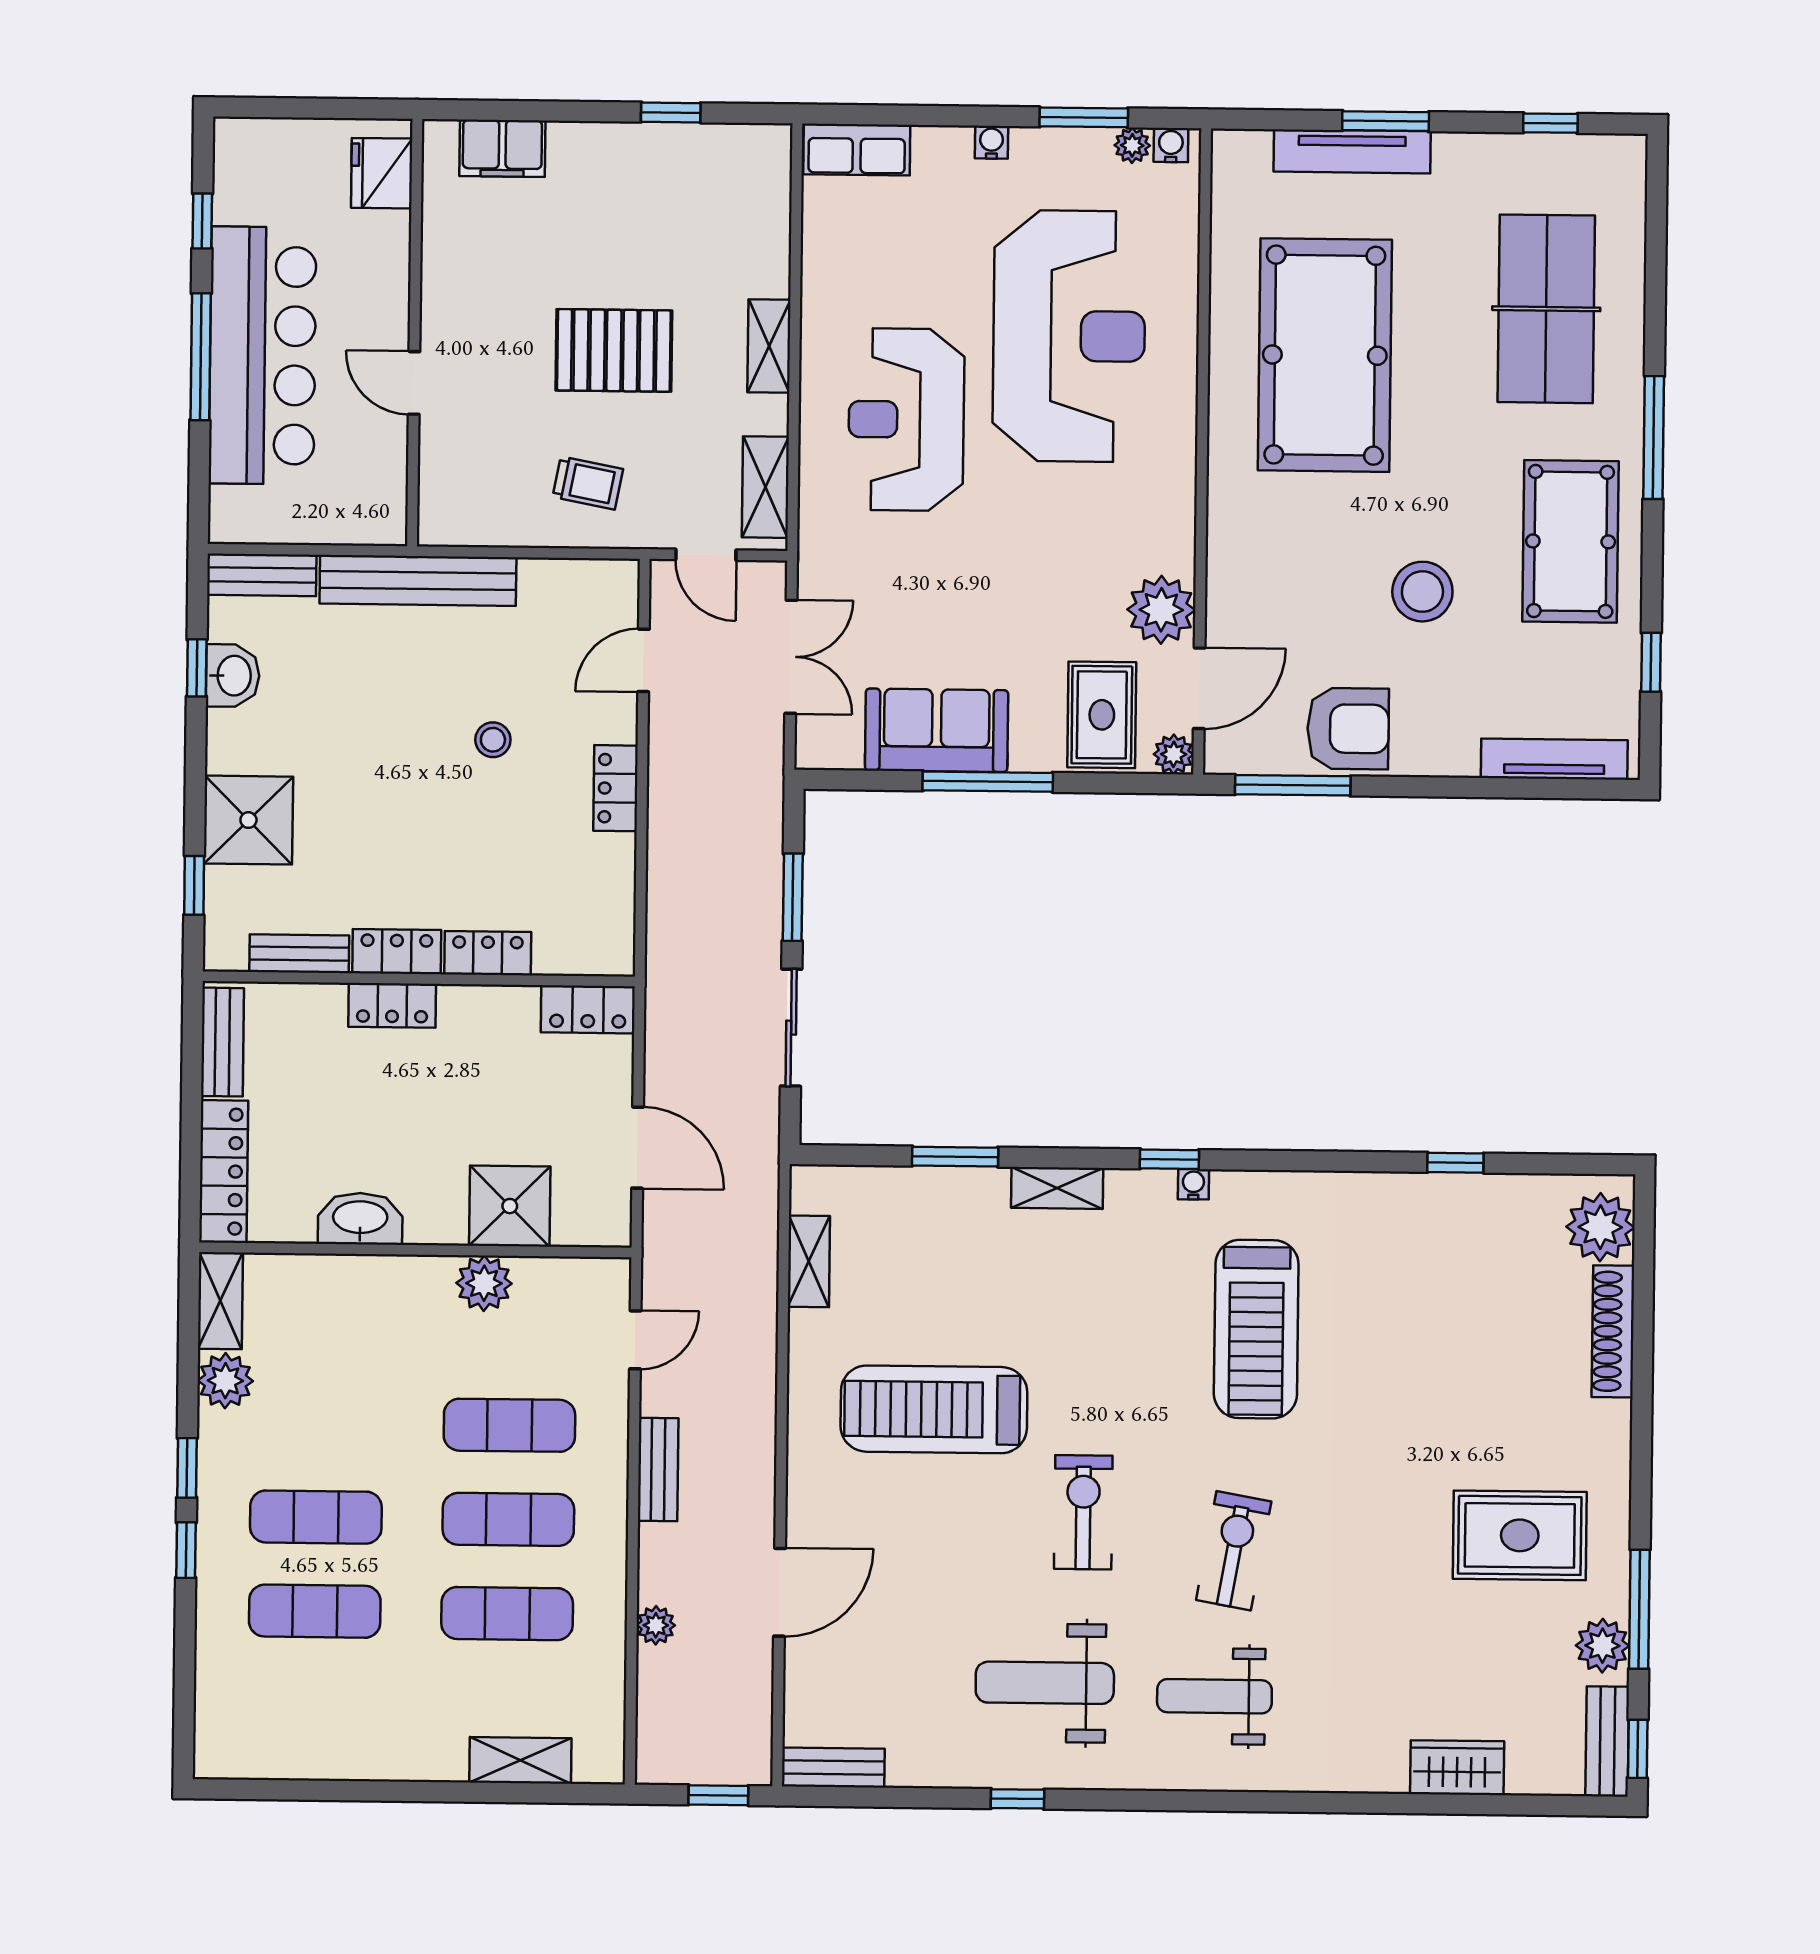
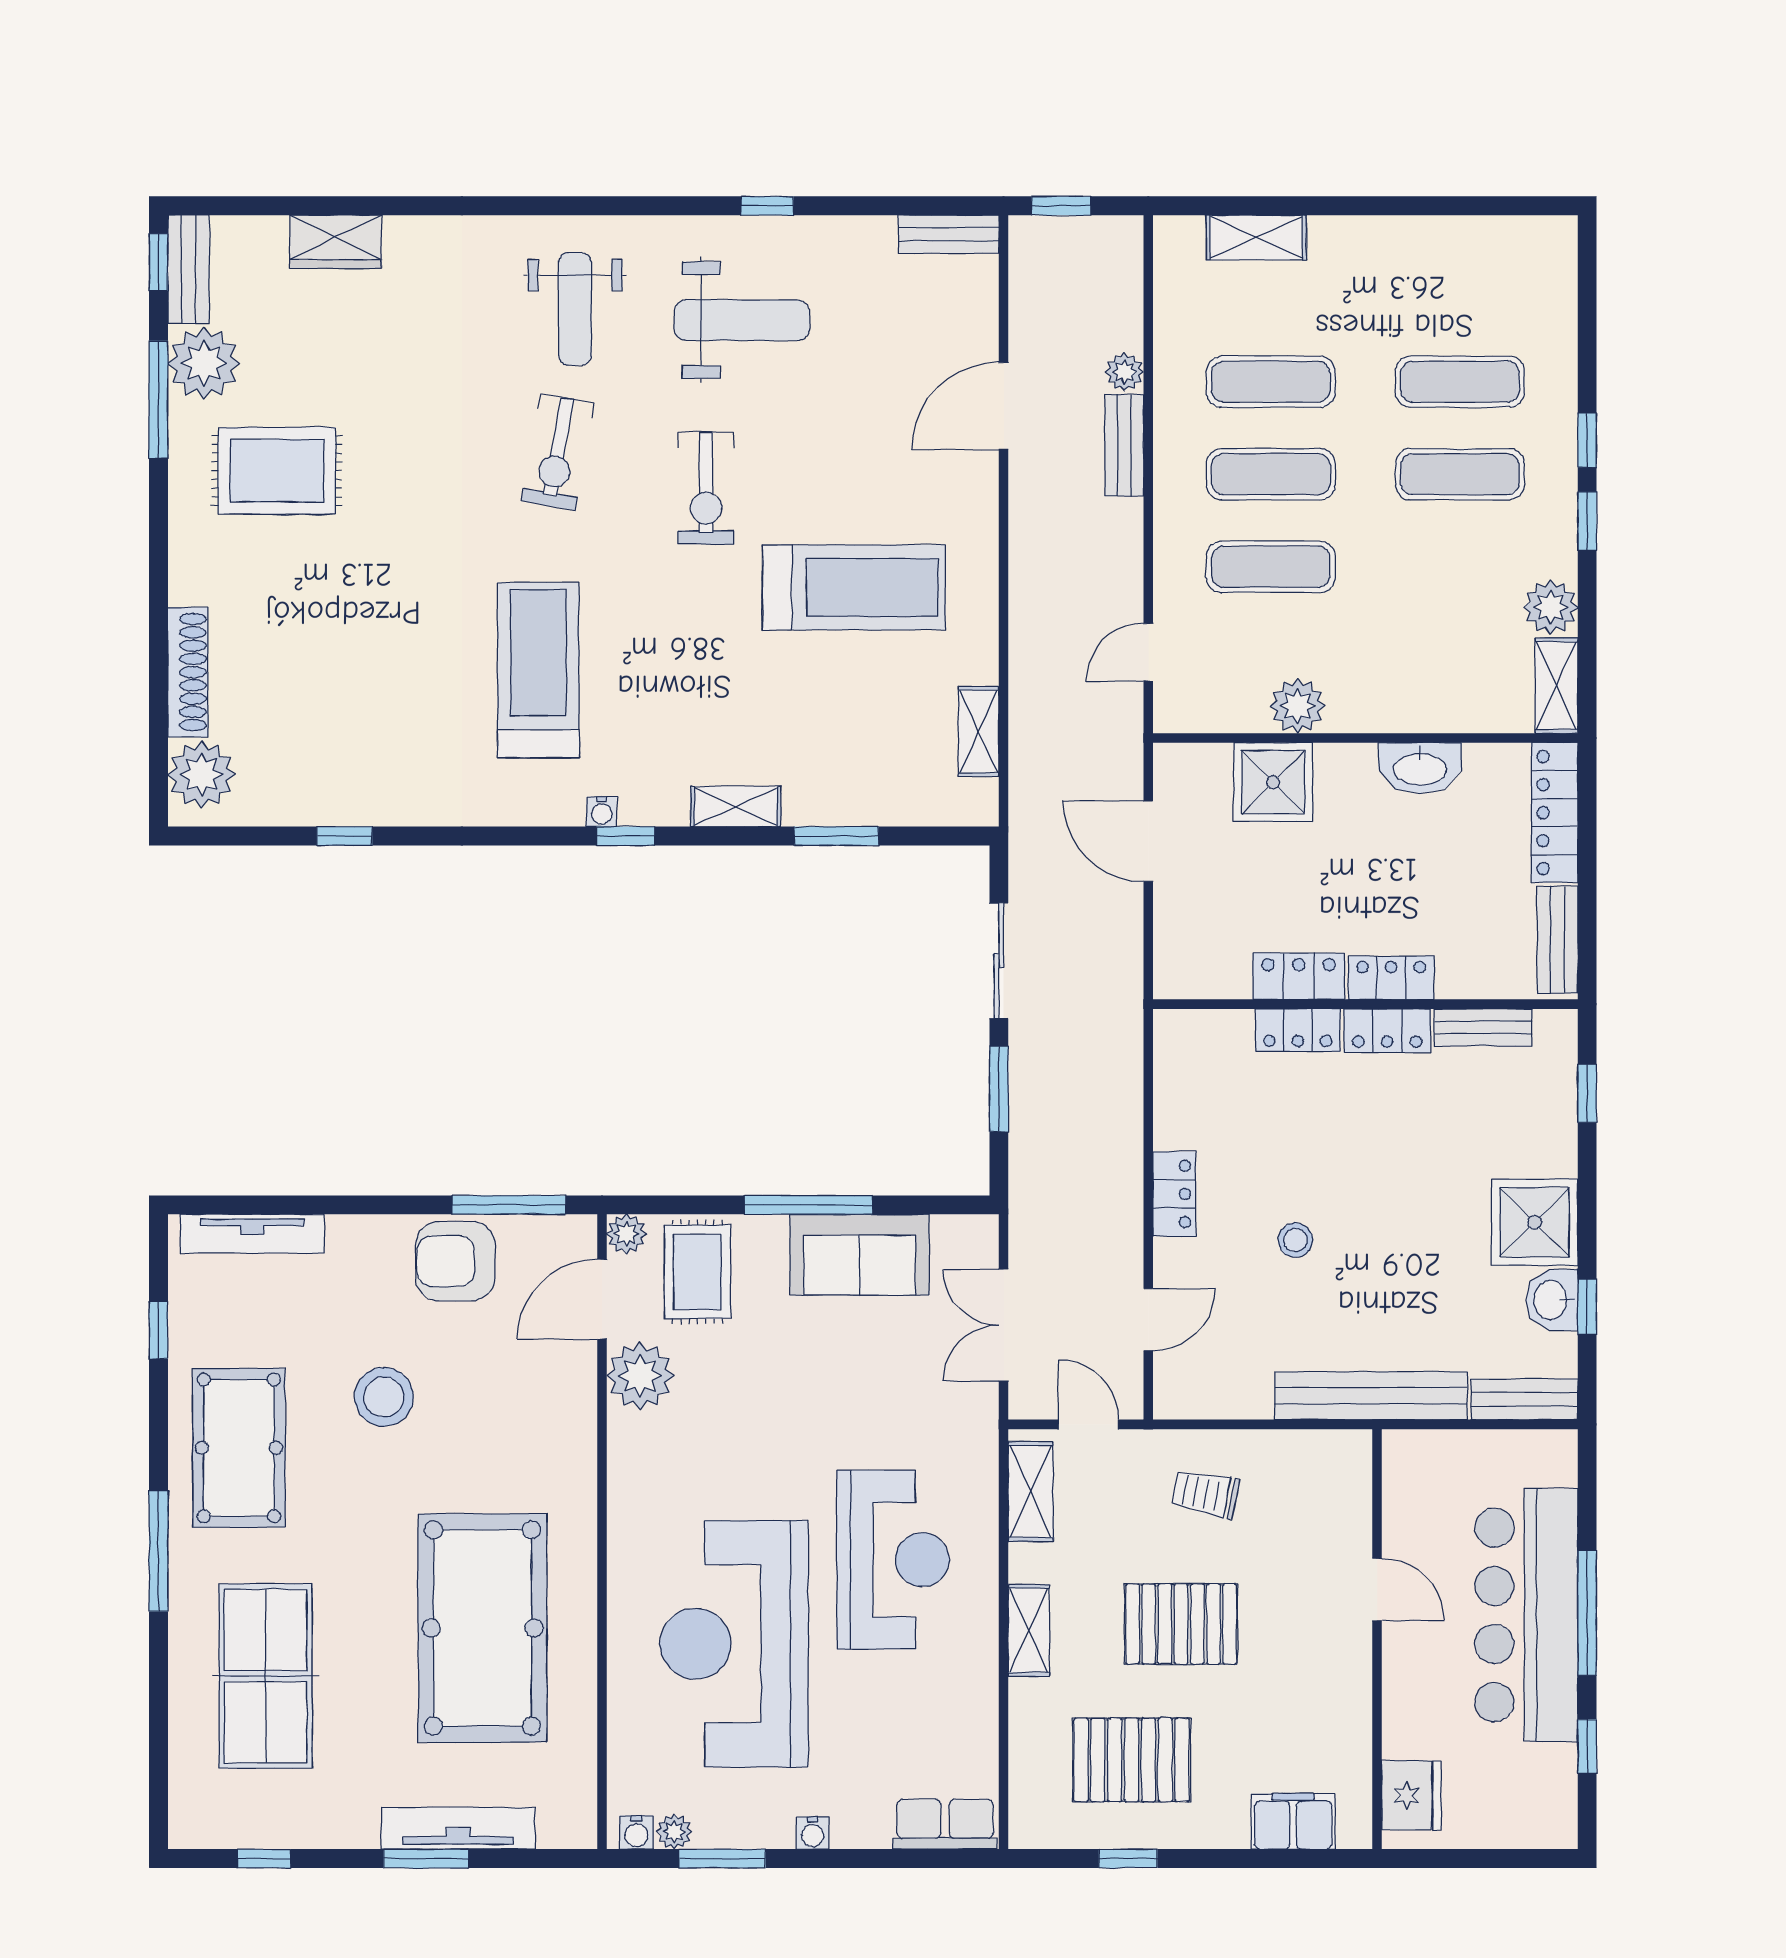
pallet: (666, 213) -> (1132, 1760), added
shower: (248, 820) -> (1535, 1222), moved
locker: (588, 1009) -> (1299, 976), moved
bench: (658, 1469) -> (1124, 445), moved
plant: (1602, 1646) -> (204, 363), width x1.36, depth x1.36
weight bench: (1214, 1696) -> (575, 309), turned 90

